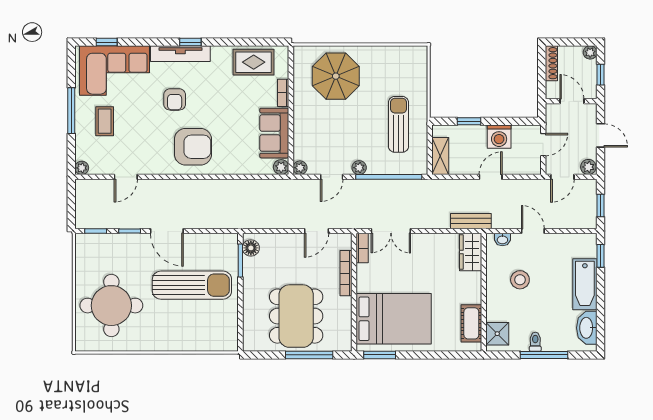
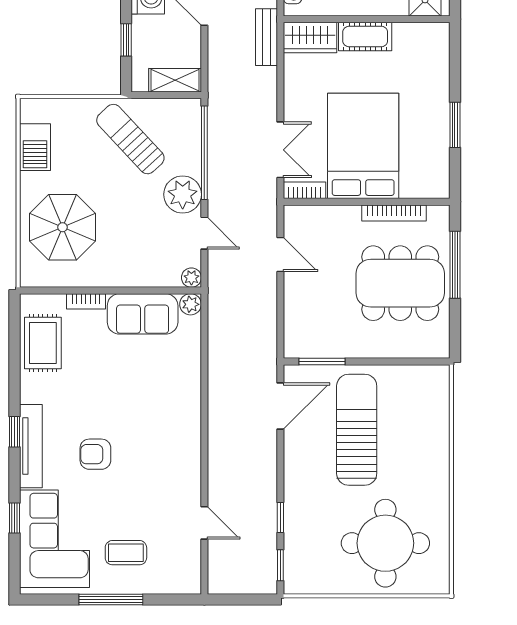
window: (107, 42) -> (15, 518), moved
barbecue: (393, 57) -> (35, 147), added
armchair: (175, 99) -> (95, 454), turned 180
sun lounger: (399, 124) -> (130, 139), turned 47
armchair: (193, 147) -> (162, 428), removed
plant: (82, 168) -> (192, 585), removed
plant: (359, 168) -> (183, 194), width x1.87, depth x1.87
door: (167, 231) -> (280, 406), moved
floor lamp: (251, 248) -> (304, 347), removed
bookcase: (346, 273) -> (394, 213), moved
bed: (394, 319) -> (363, 146), moved
cot: (471, 323) -> (365, 37), moved
window: (380, 355) -> (455, 125), moved

